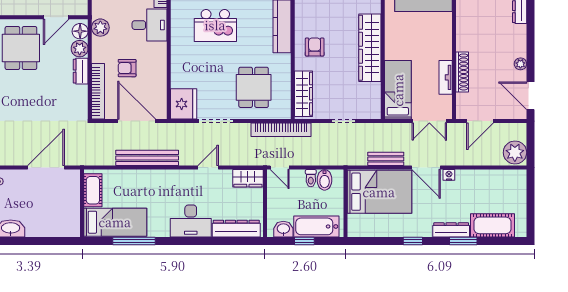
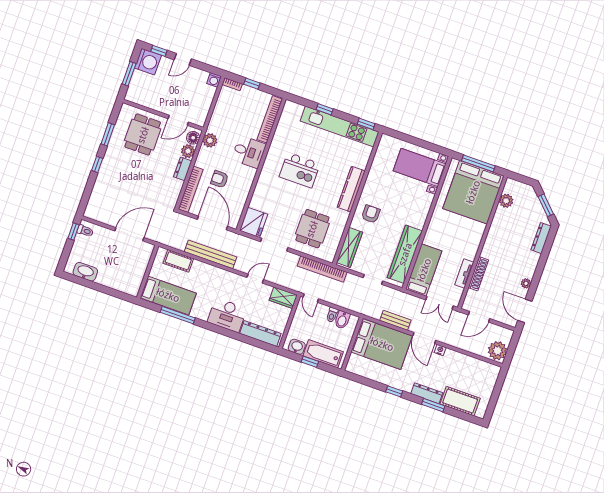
wardrobe: (370, 48) -> (405, 254), moved
cot: (93, 190) -> (178, 261), moved, turned 90

